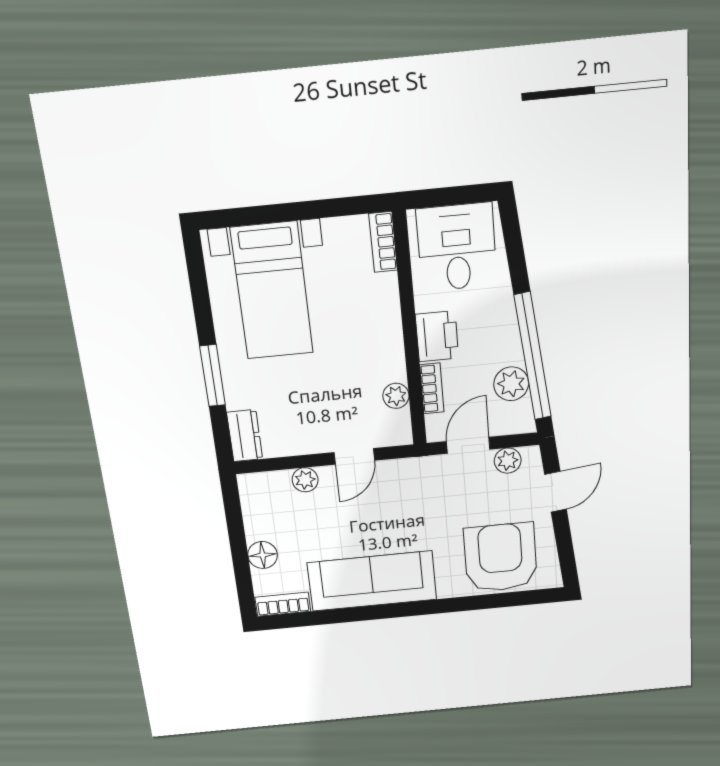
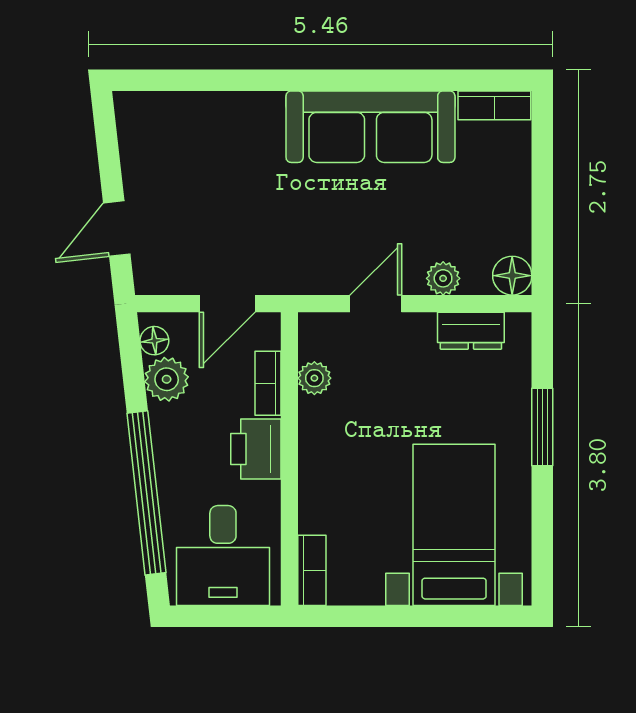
window: (533, 356) -> (146, 493), moved
floor lamp: (522, 412) -> (154, 341), added
dresser: (245, 436) -> (471, 331), moved, turned -90
plant: (508, 461) -> (177, 278), removed
floor lamp: (263, 555) -> (512, 276), moved
armchair: (500, 557) -> (195, 143), removed

